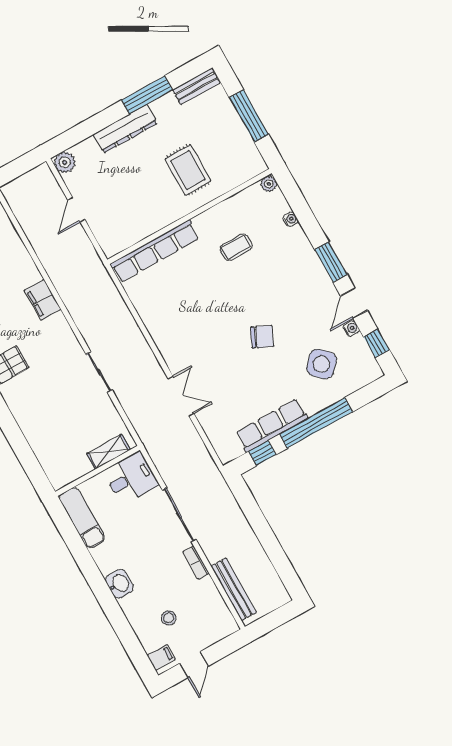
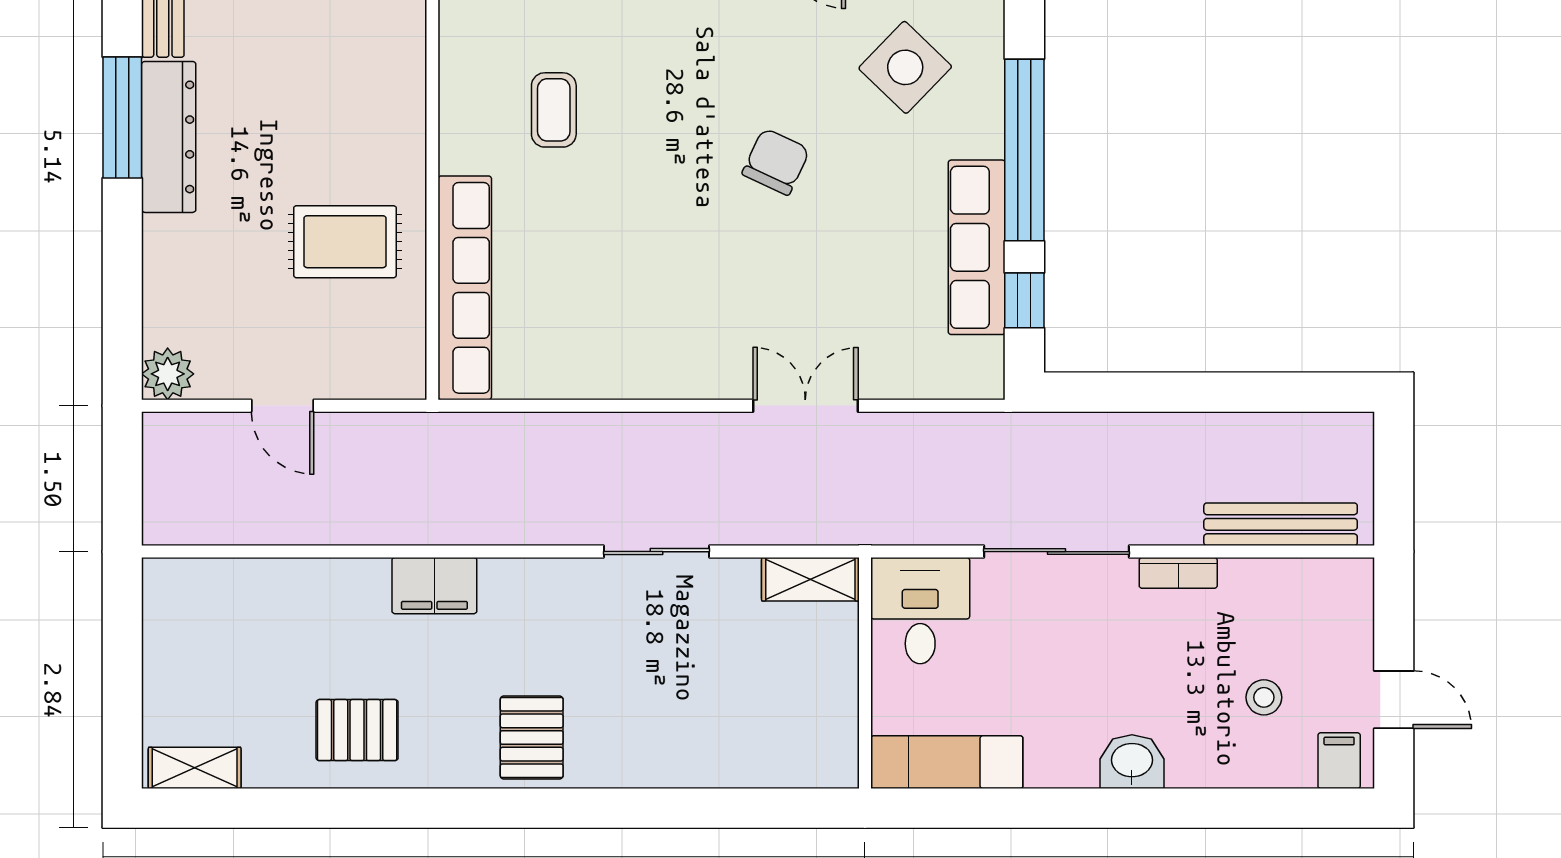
dresser: (125, 129) -> (169, 137), moved
rug: (188, 170) -> (345, 242), moved
shelving: (108, 452) -> (810, 579), moved, turned 90

